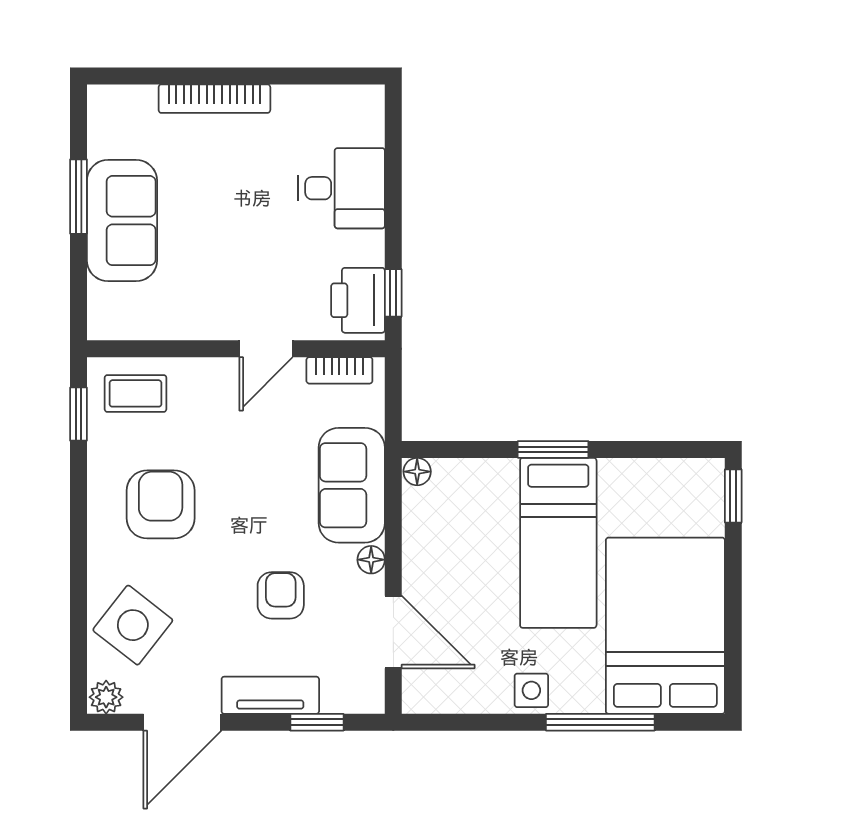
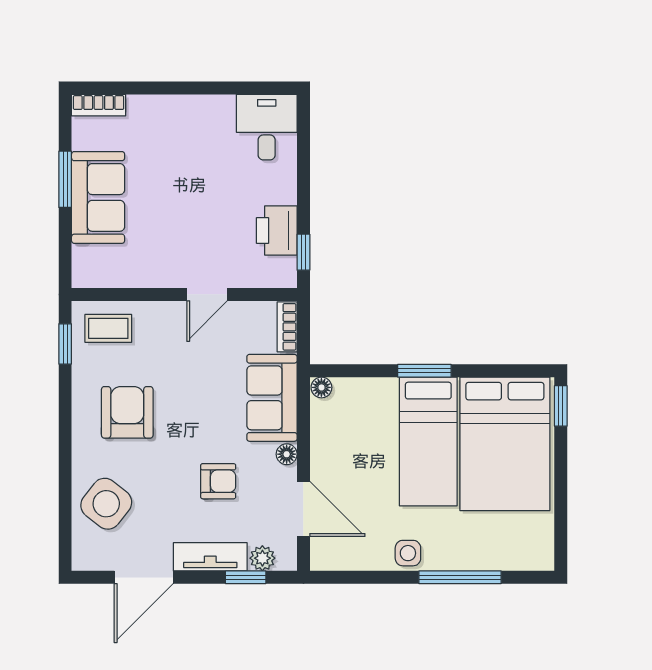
bookcase: (214, 99) -> (99, 105), moved, width x0.64
desk: (342, 188) -> (267, 127), moved, turned -90
printer: (358, 300) -> (277, 230), moved
bookcase: (339, 370) -> (287, 327), moved, turned 90
armchair: (281, 595) -> (218, 481), turned 90
bed: (665, 626) -> (505, 444), moved, turned 180
plant: (106, 697) -> (262, 558), moved

